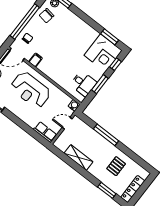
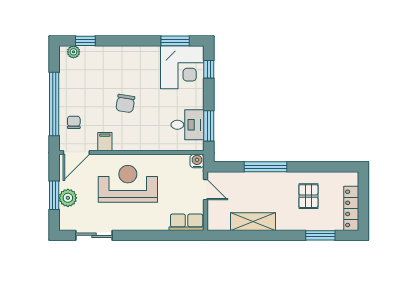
chair: (47, 16) -> (125, 103), moved
window: (100, 84) -> (209, 126), moved
reception desk: (31, 90) -> (128, 184), turned 180
door: (67, 123) -> (206, 190), swing flipped

